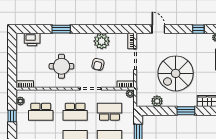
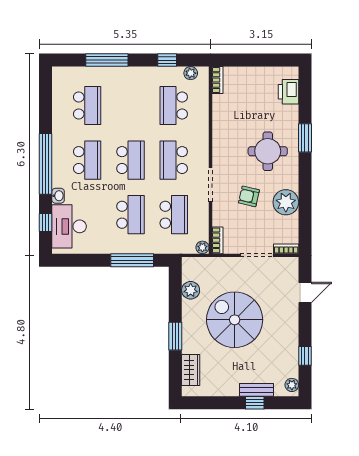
round table: (61, 66) -> (268, 151), moved

